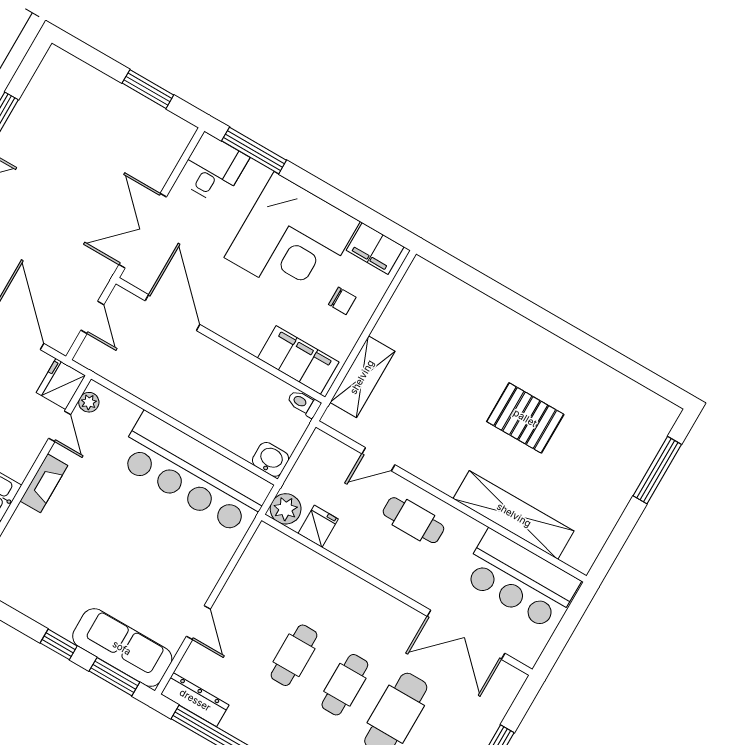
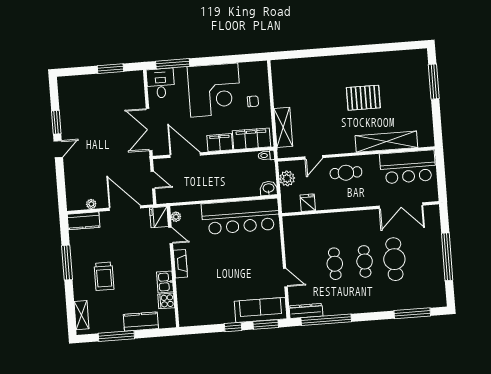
filing cabinet: (375, 249) -> (220, 143), moved, turned 180
plant: (286, 509) -> (287, 178), moved

